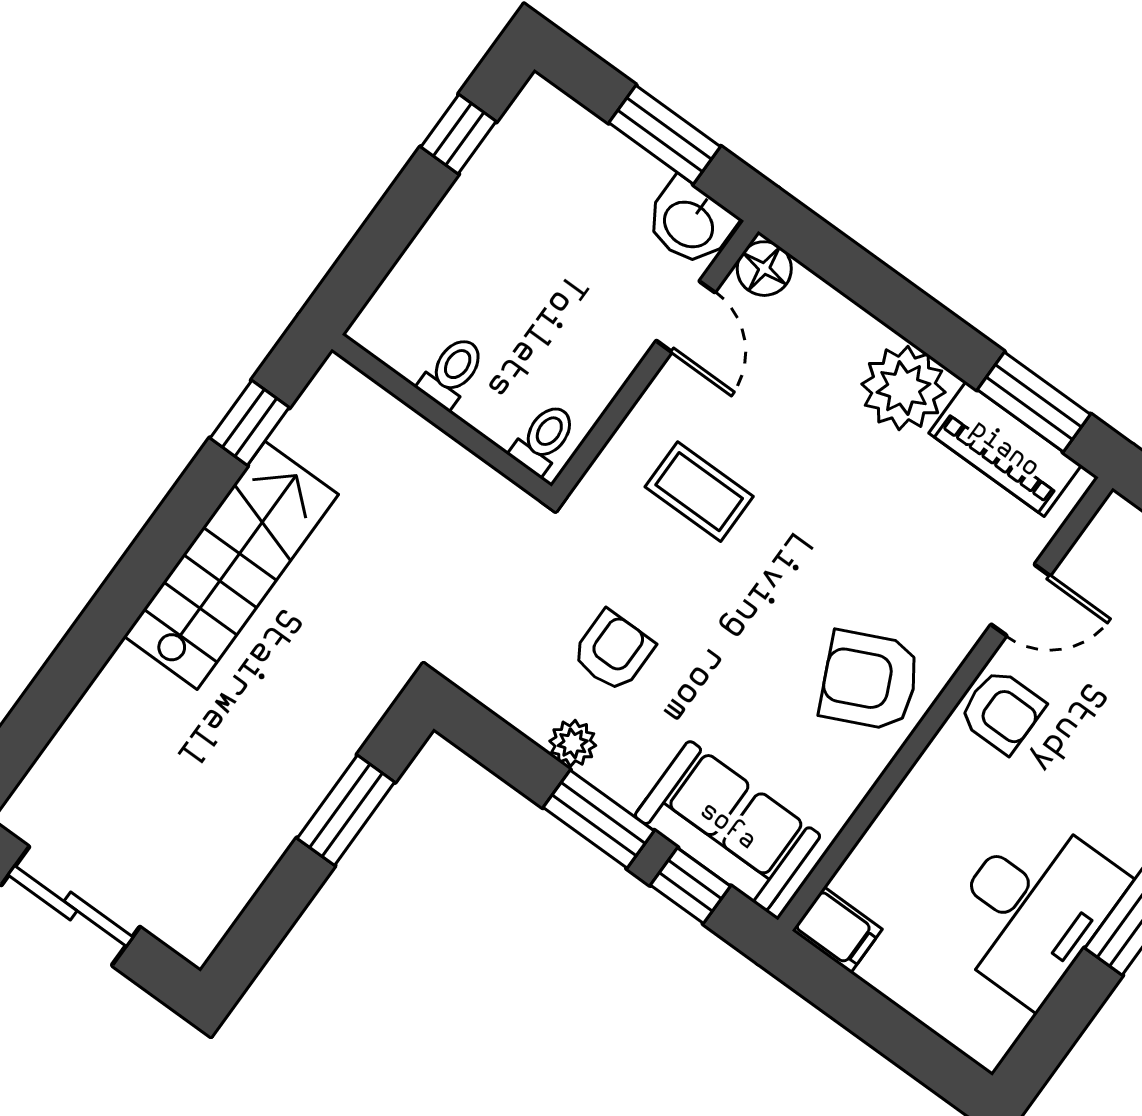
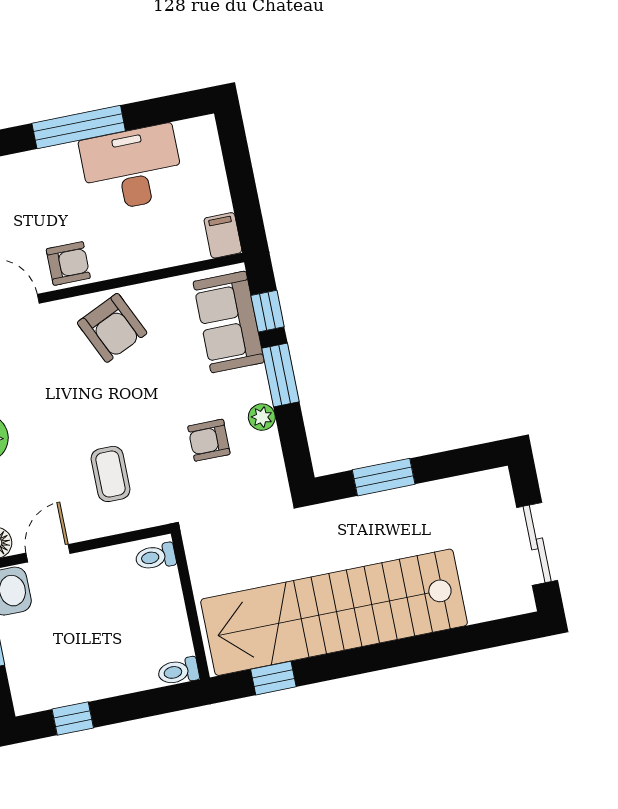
toilet: (452, 372) -> (178, 671), moved
stairs: (231, 565) -> (334, 612), width x1.86, depth x1.51
armchair: (1002, 711) -> (68, 264), turned 90

